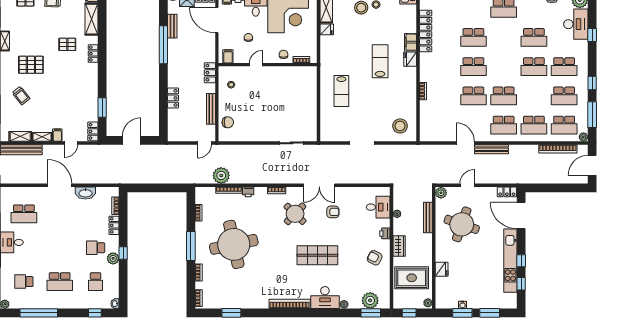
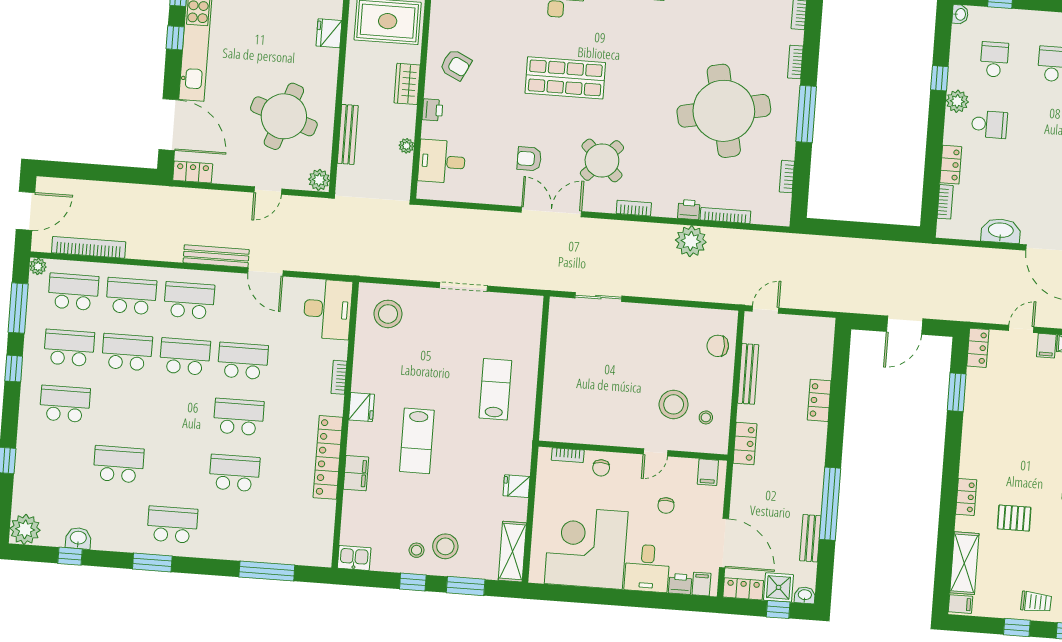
desk: (576, 24) -> (328, 309), moved, turned 180
fridge: (327, 29) -> (517, 486), moved
locker: (426, 31) -> (328, 457), moved
fridge: (410, 59) -> (361, 407), moved
school desk: (534, 67) -> (127, 352), moved
stool: (248, 90) -> (674, 404), added
plant: (221, 175) -> (691, 241), moved
window: (123, 253) -> (939, 78), moved

